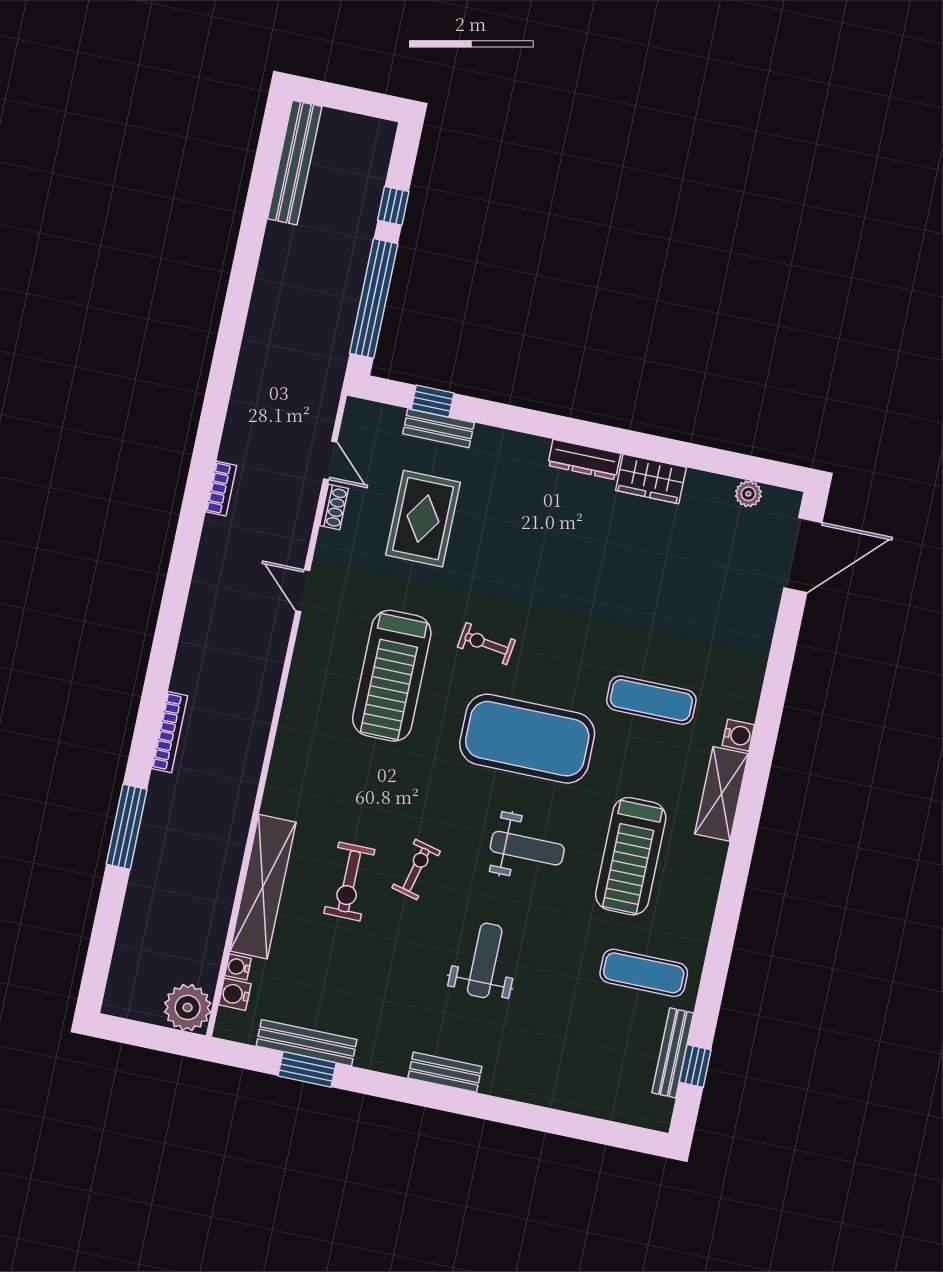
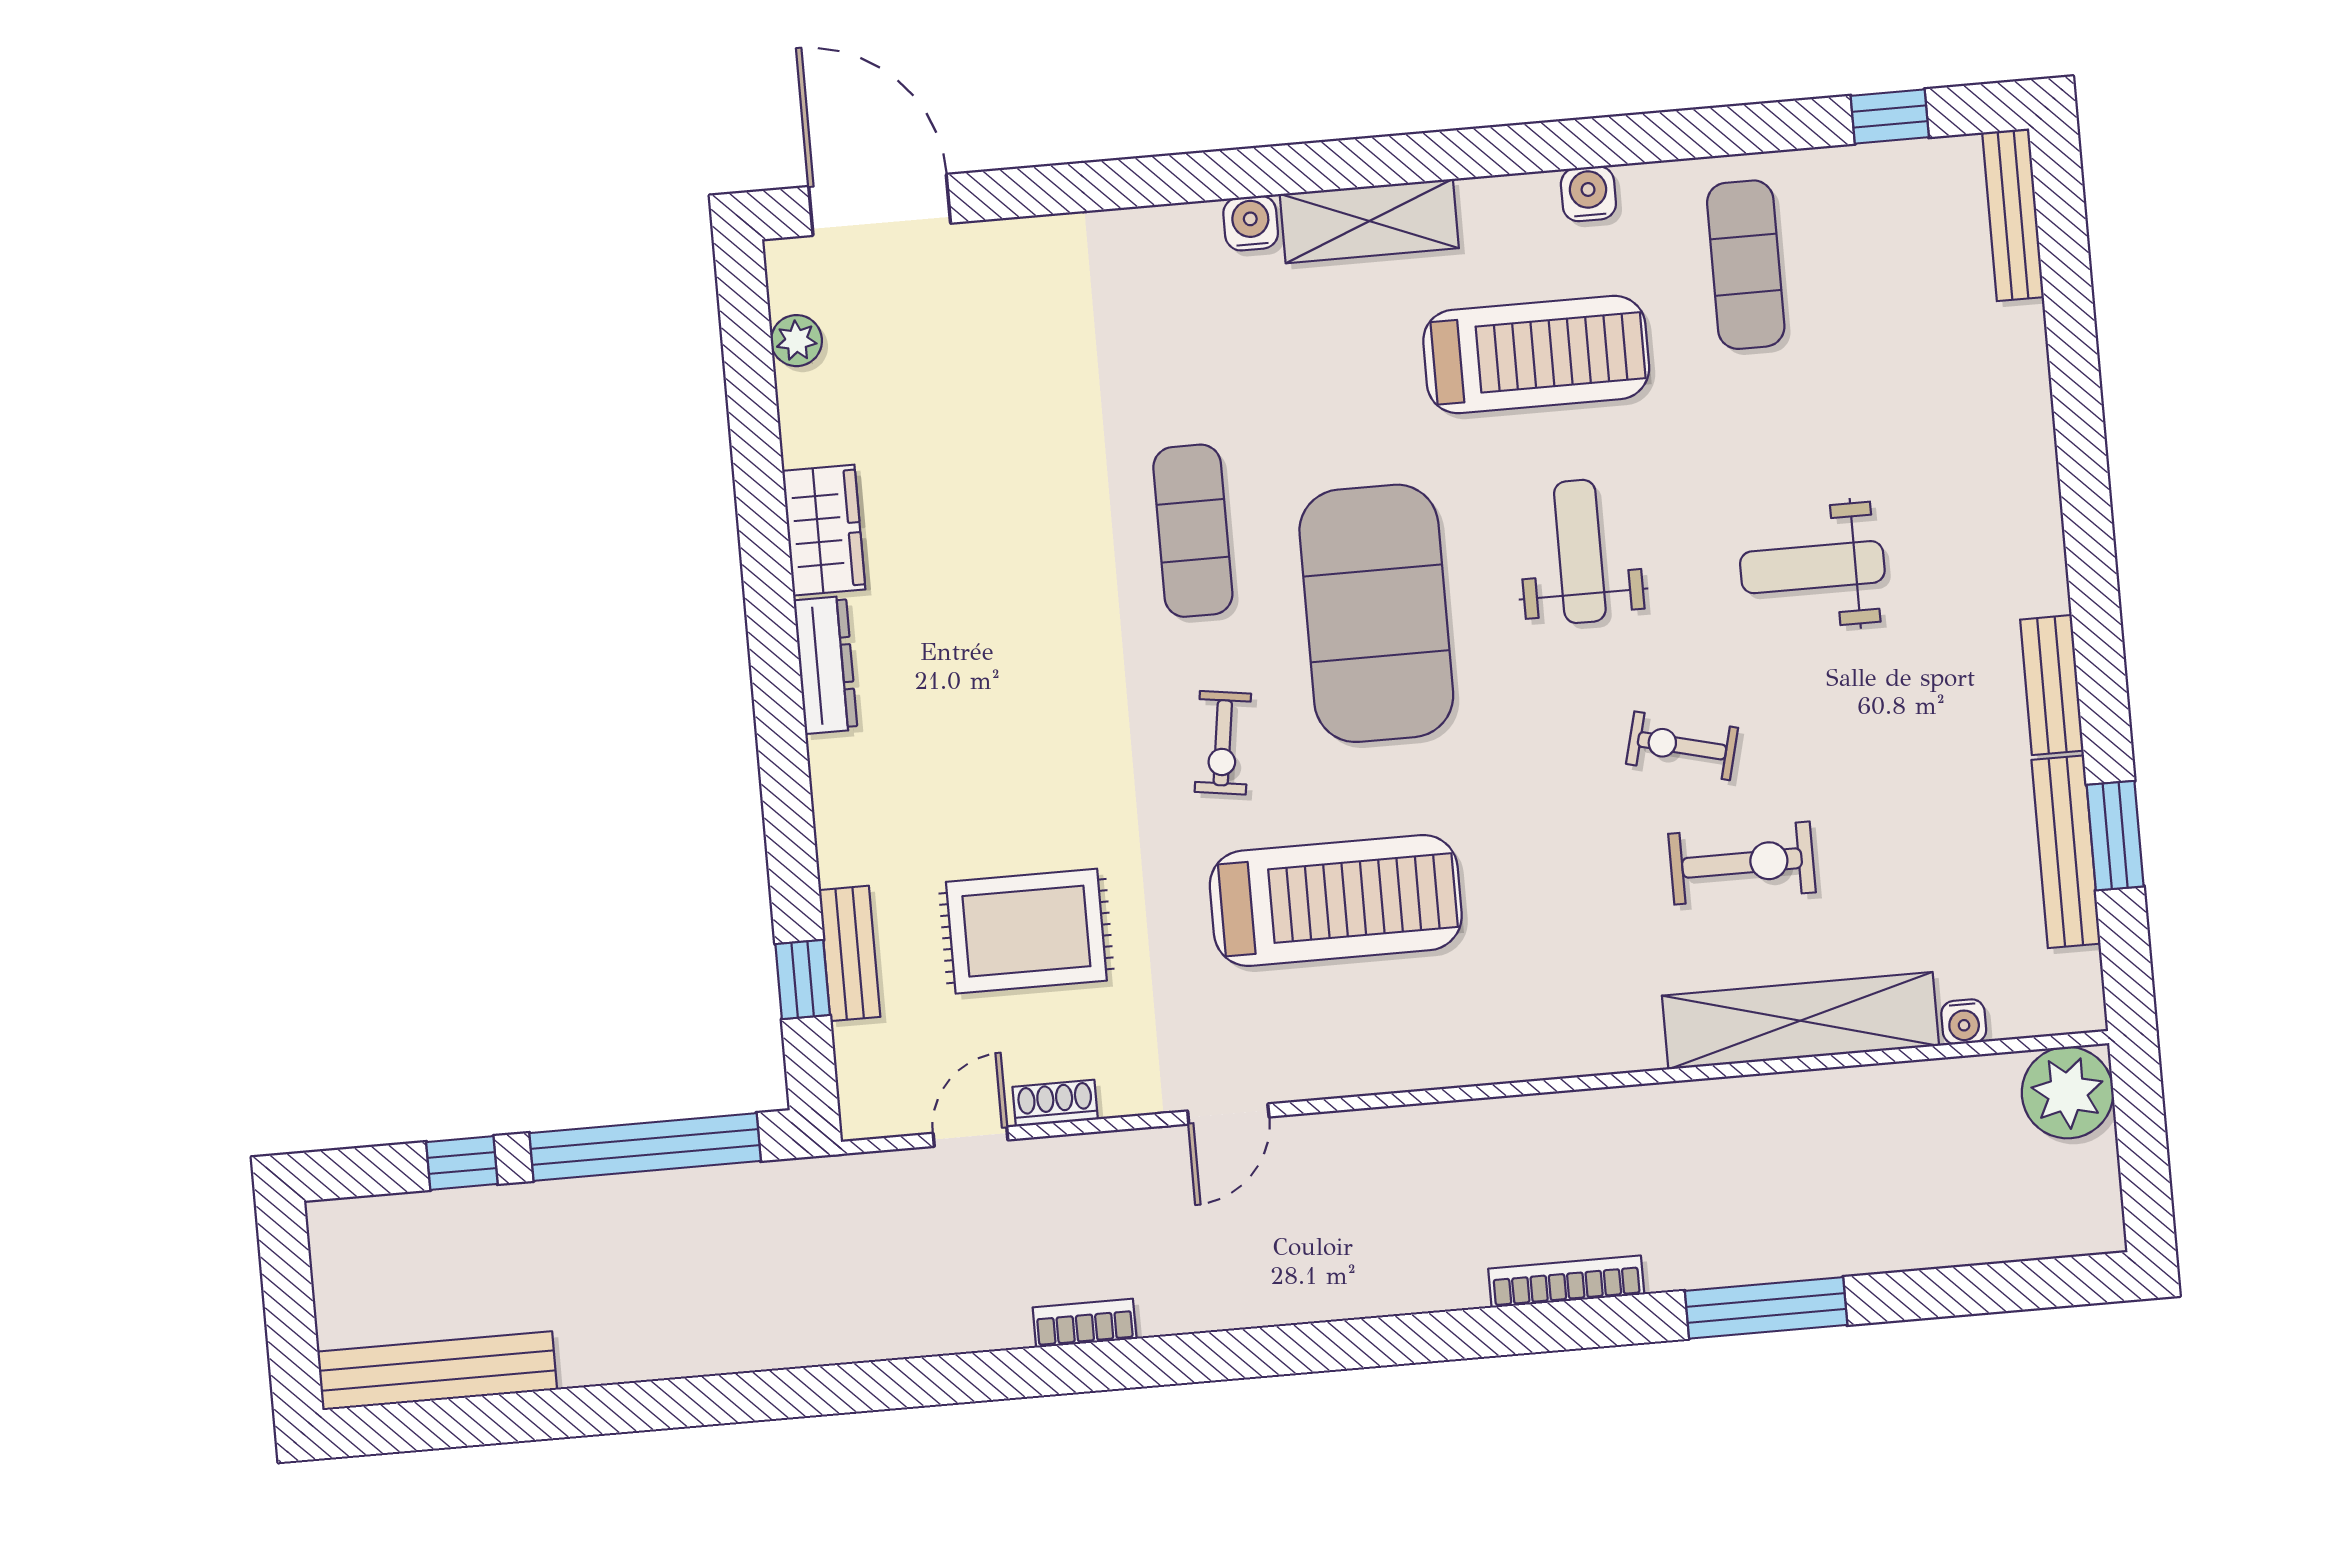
exercise mat: (651, 700) -> (1193, 531), moved
water cooler: (235, 994) -> (1588, 194), moved, turned 180
bench: (673, 1053) -> (2013, 215), moved, turned 90
bench: (445, 1072) -> (2052, 685), moved

